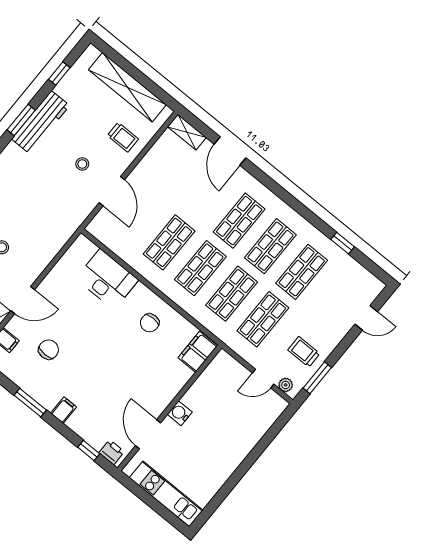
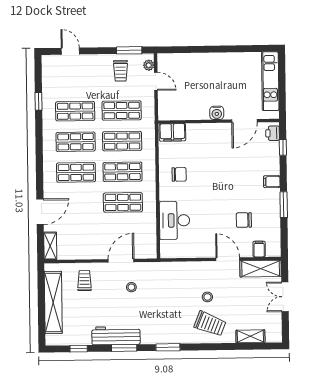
stool: (82, 164) -> (131, 287), moved

